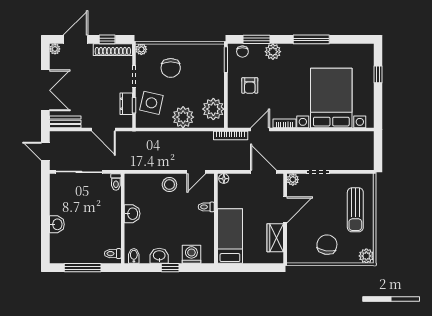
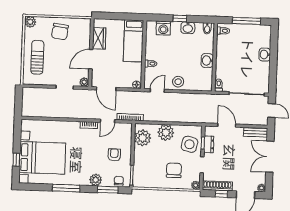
bed with nightstands: (331, 98) -> (42, 158), moved, turned -90

